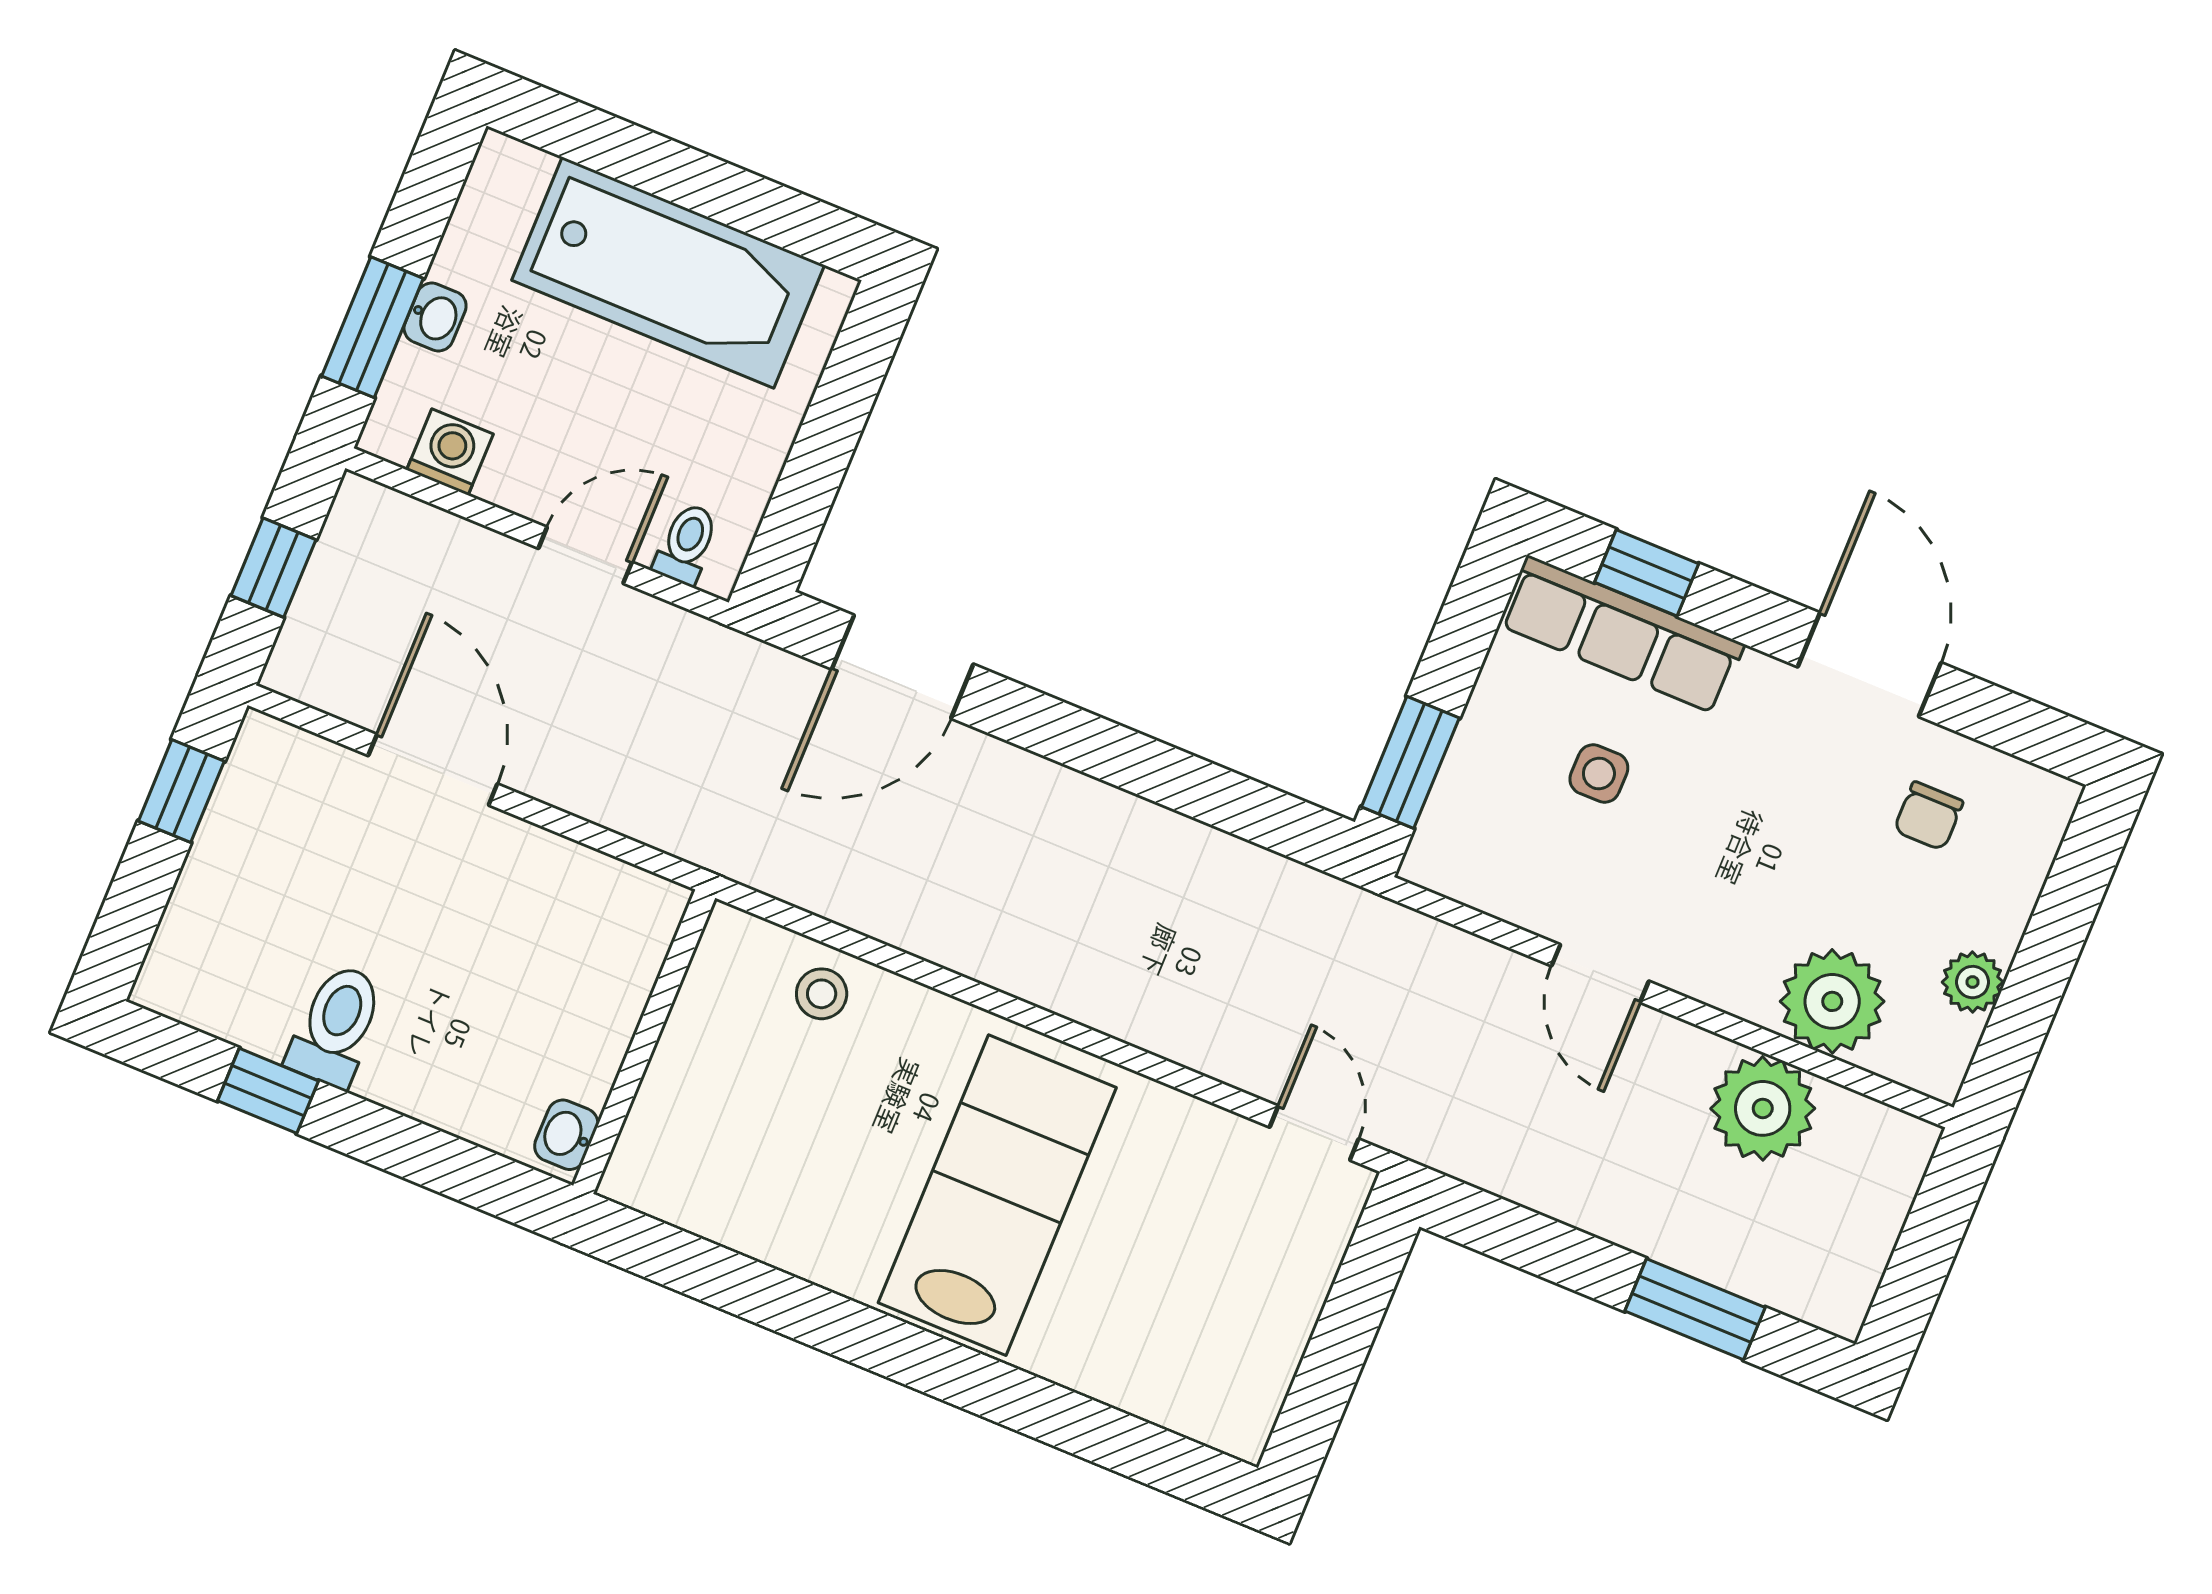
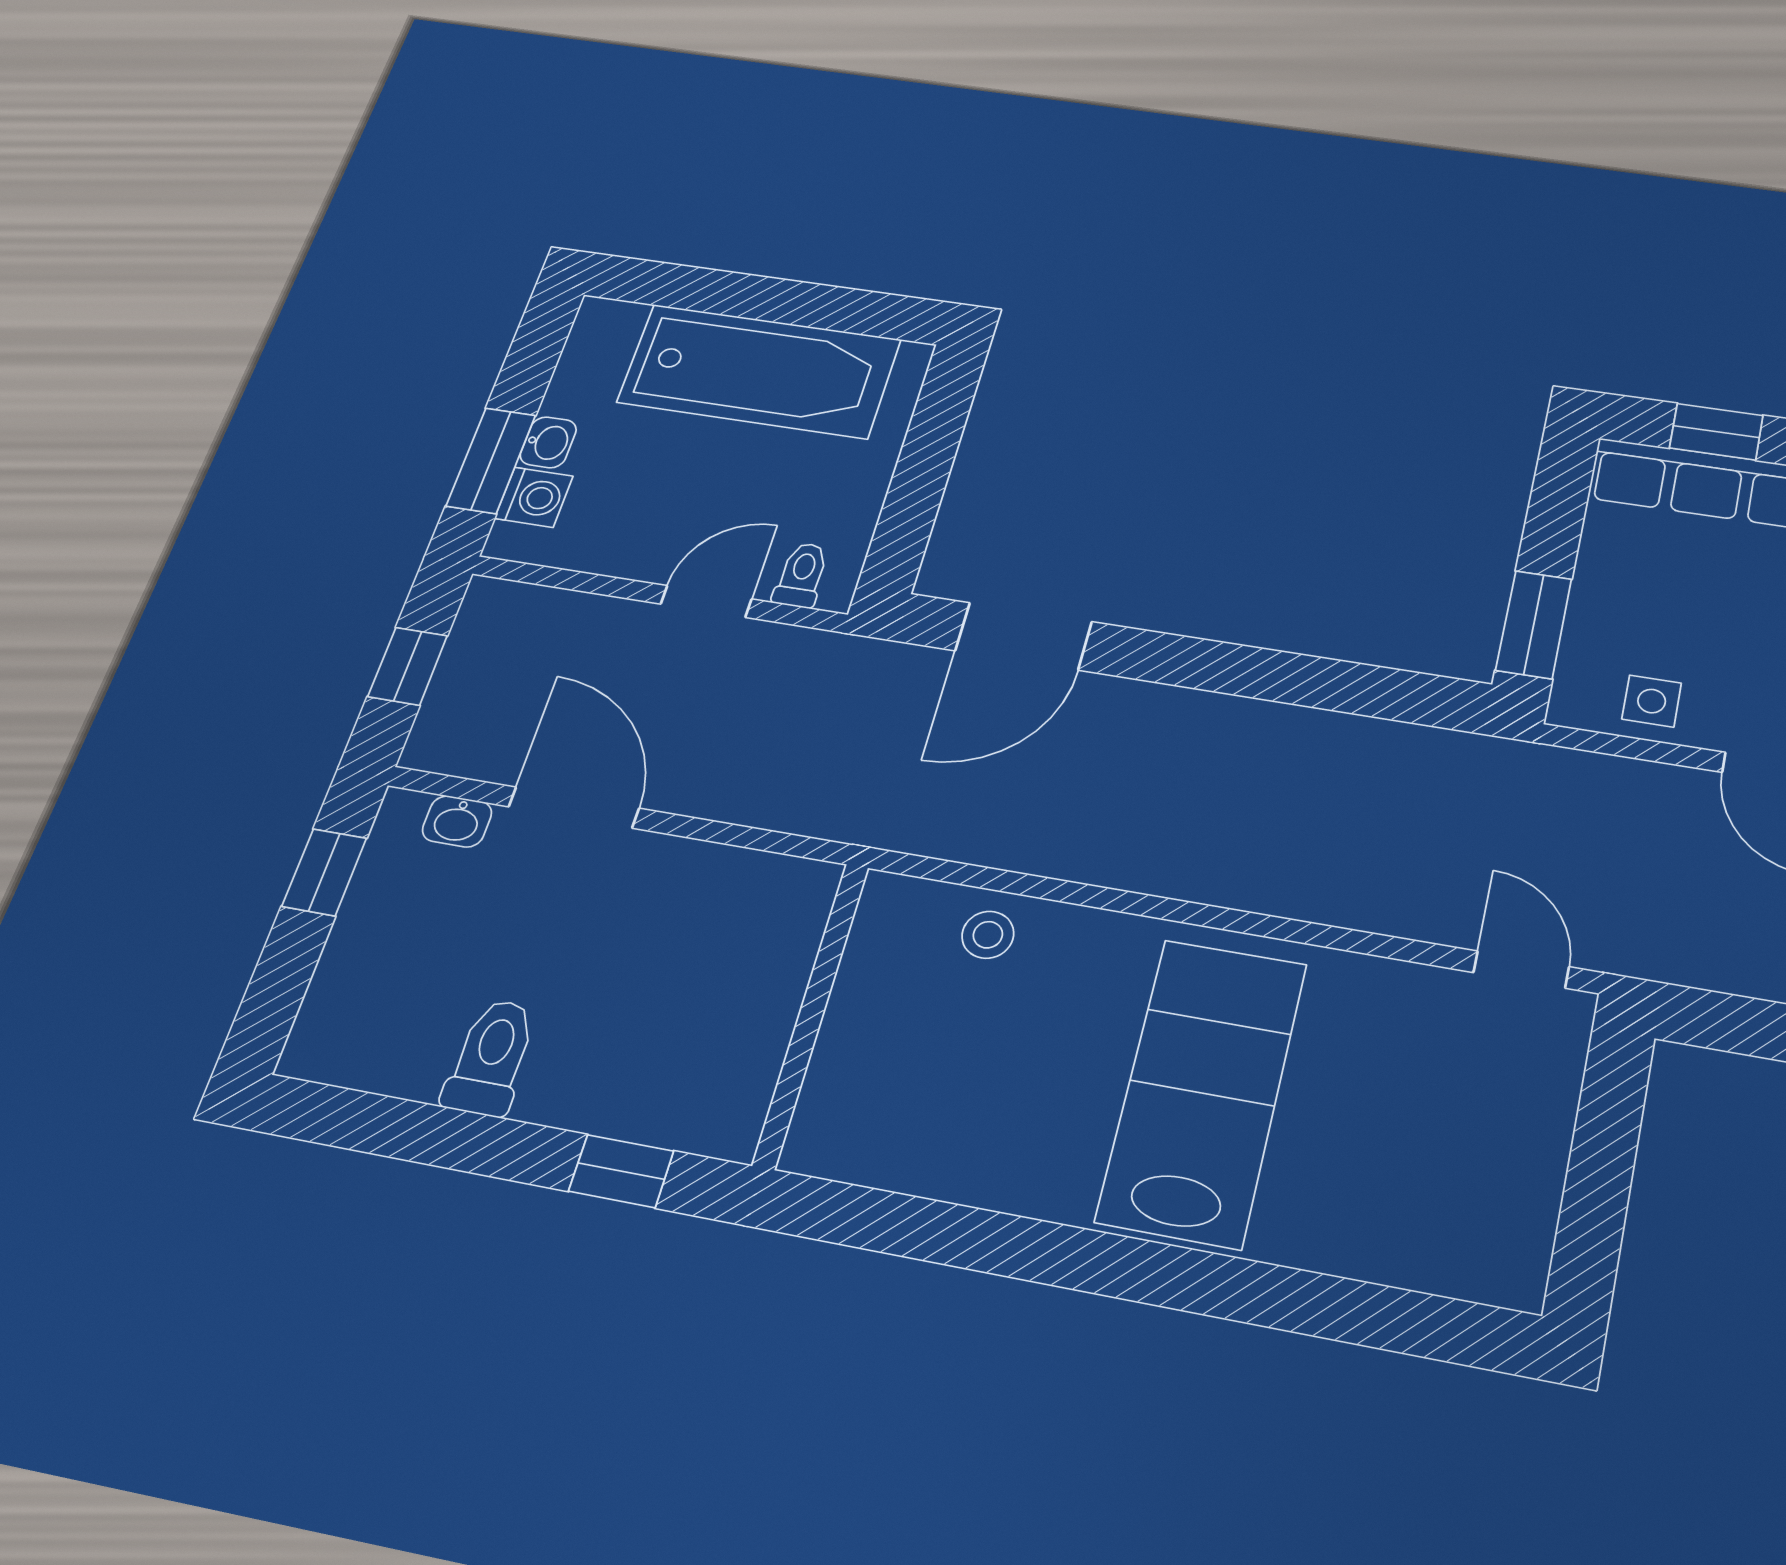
washing machine: (450, 452) -> (534, 497), moved, turned 90
side table: (1599, 774) -> (1652, 701), moved
window: (268, 1091) -> (621, 1171), moved
washbasin: (566, 1135) -> (457, 821), moved, turned -90

